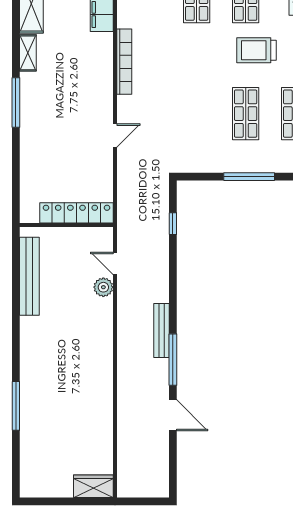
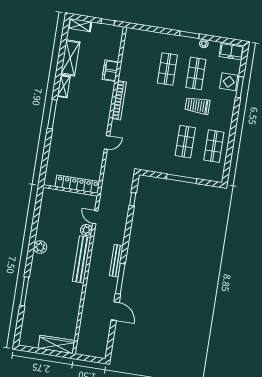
bench: (29, 276) -> (82, 259), moved
plant: (31, 328) -> (40, 247), added
wardrobe: (93, 486) -> (56, 344), width x1.50

